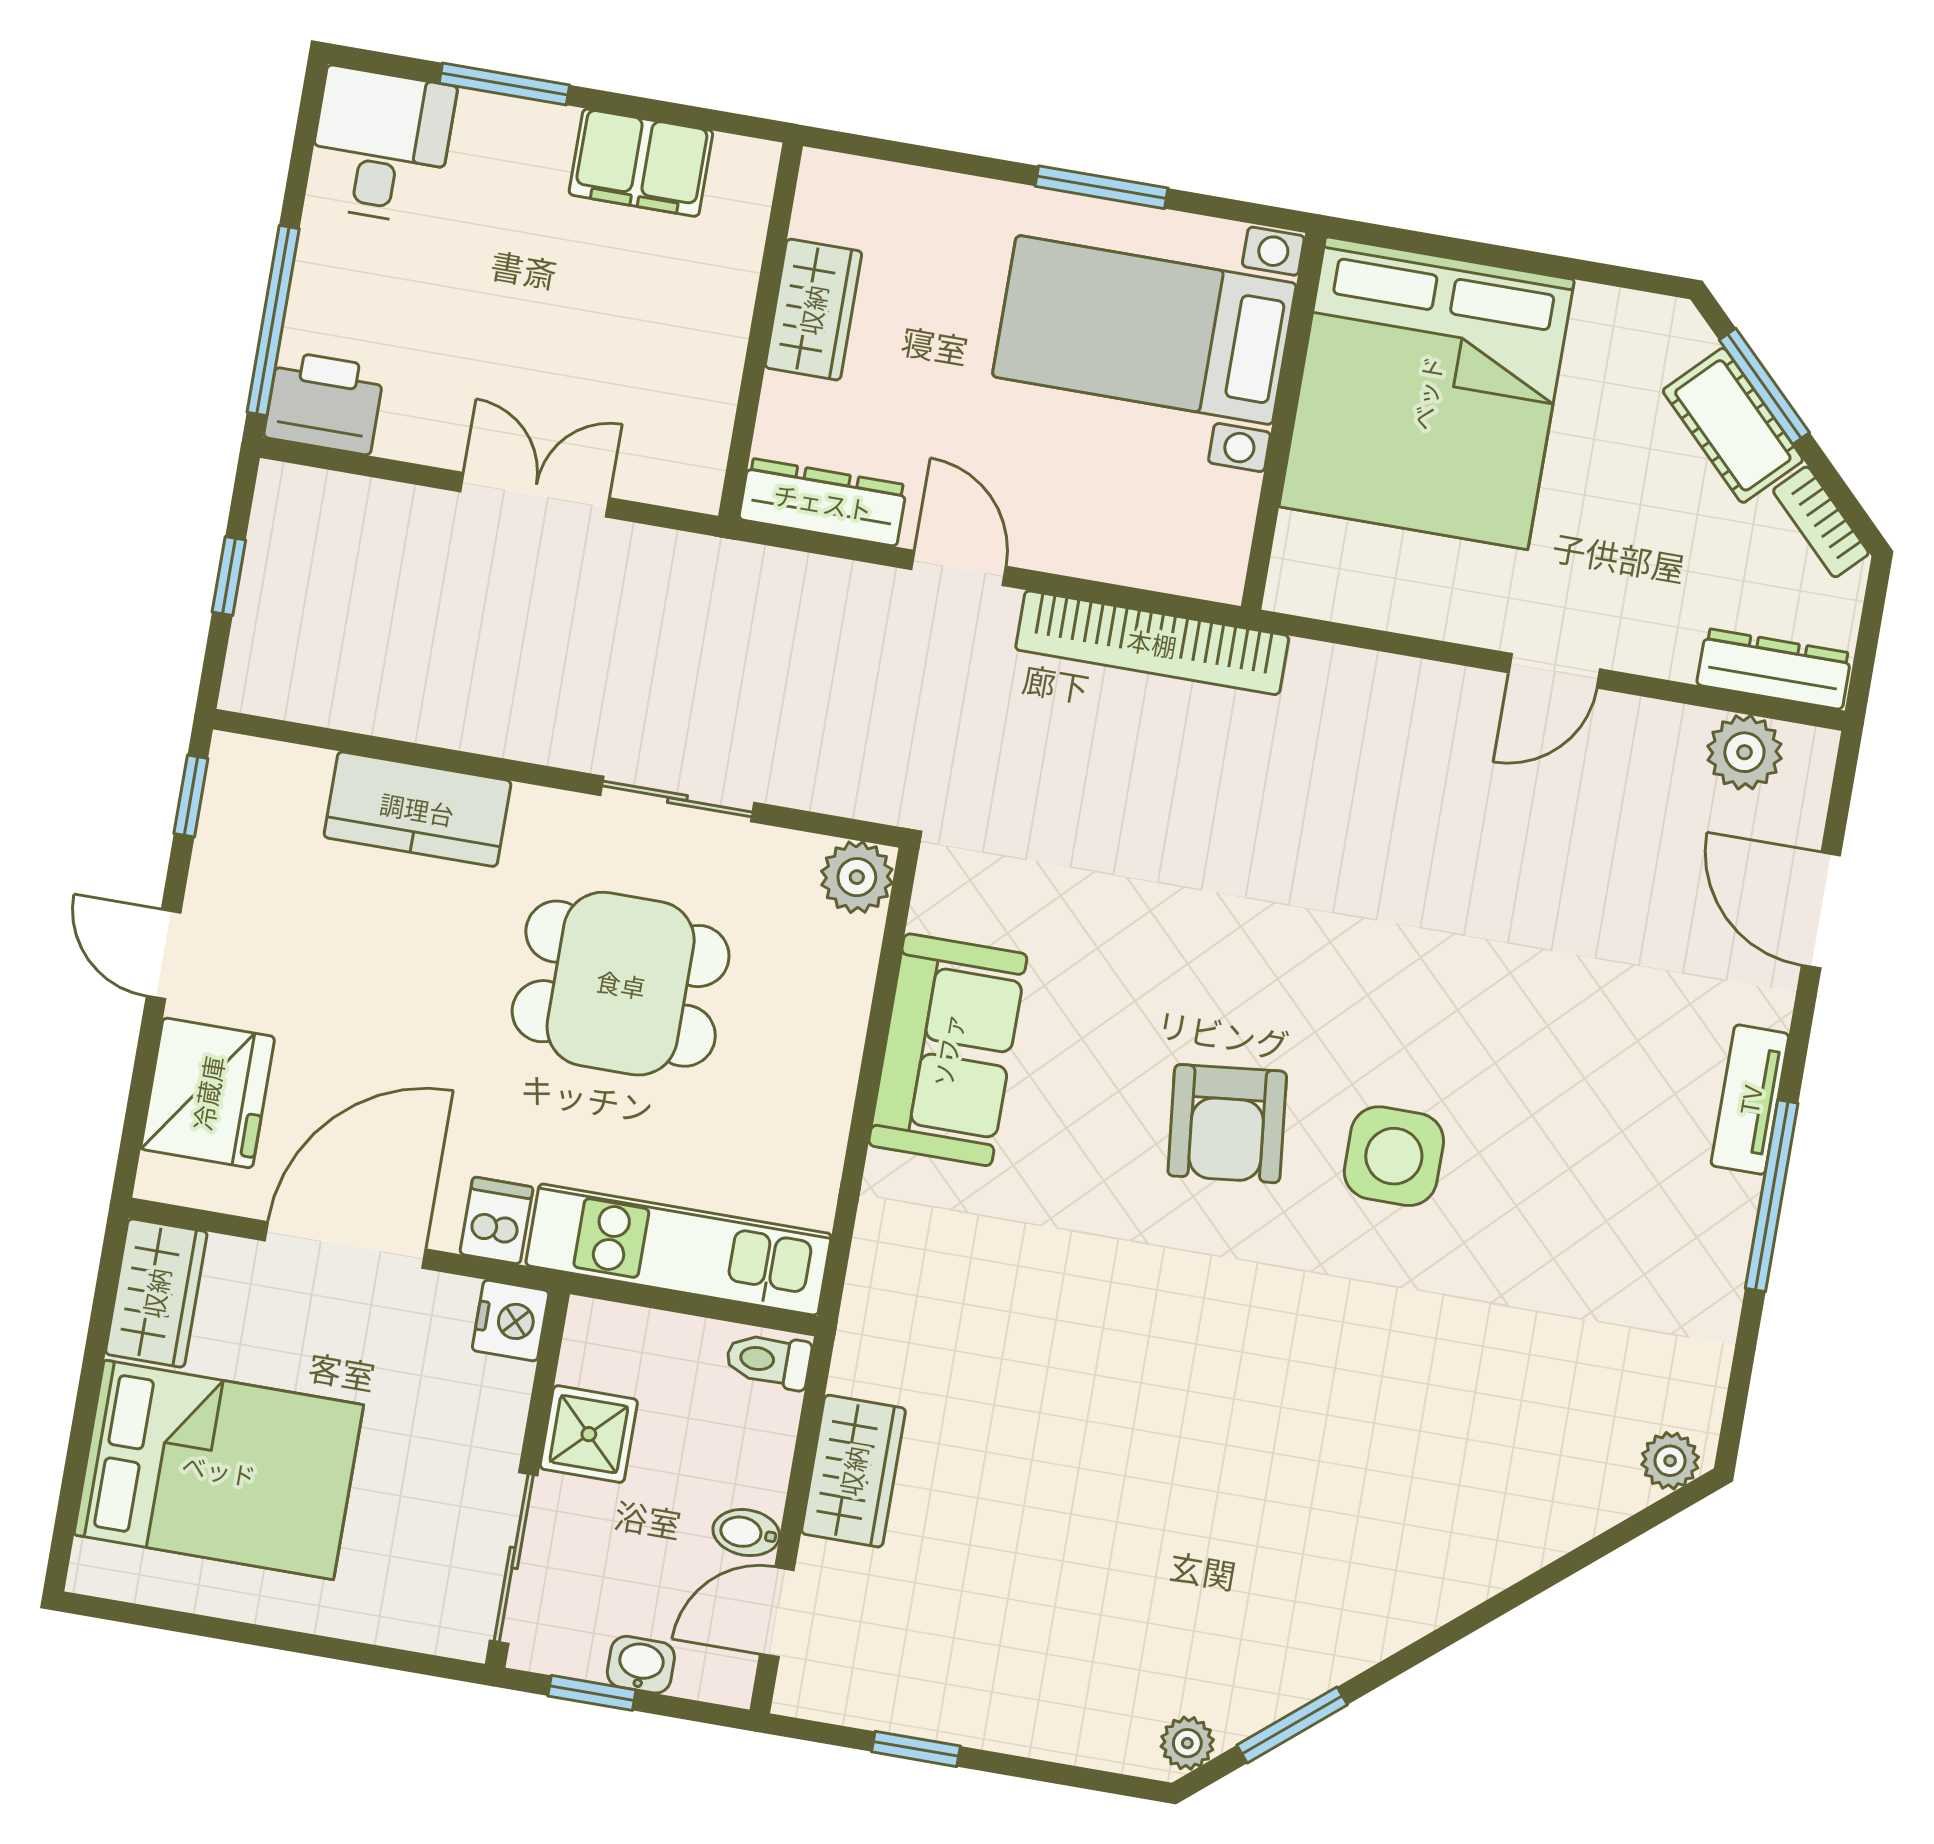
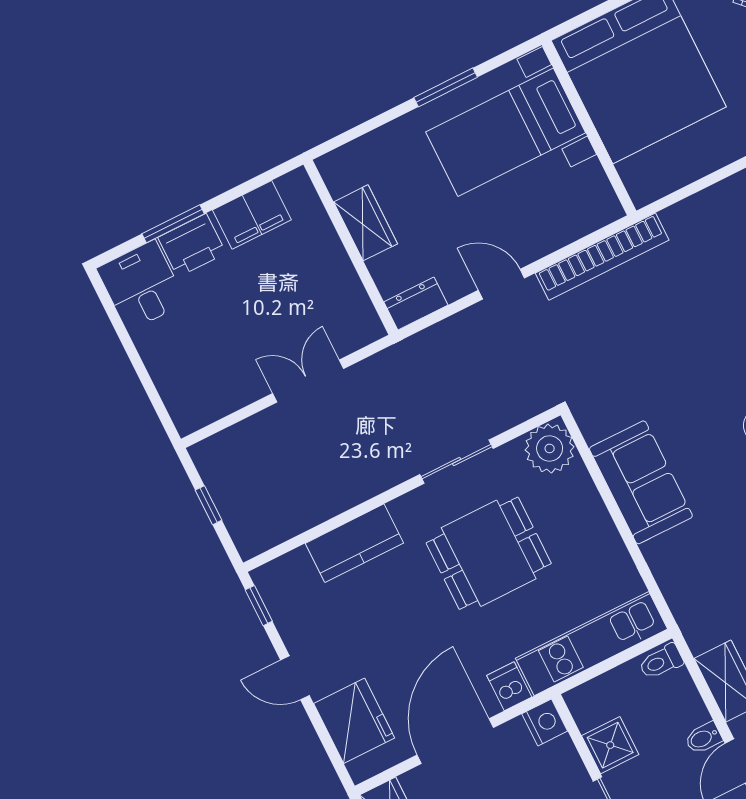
window: (273, 321) -> (150, 389), removed
printer: (324, 403) -> (192, 245), moved, turned 180
dresser: (823, 502) -> (416, 303), width x0.70
plant: (857, 877) -> (550, 448), width x1.36, depth x1.36

